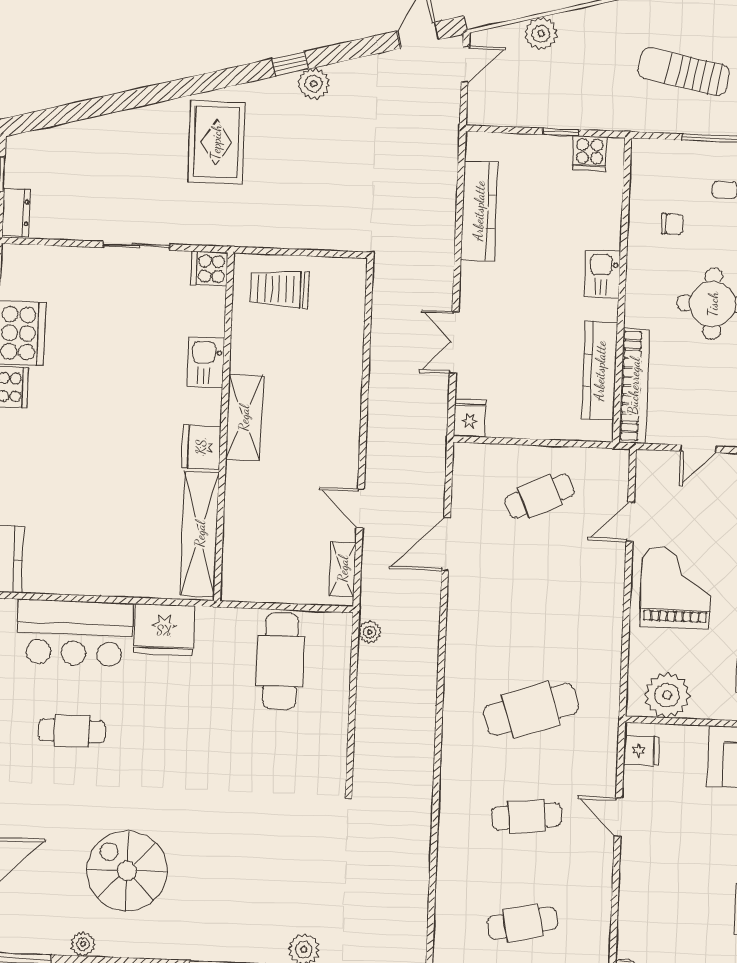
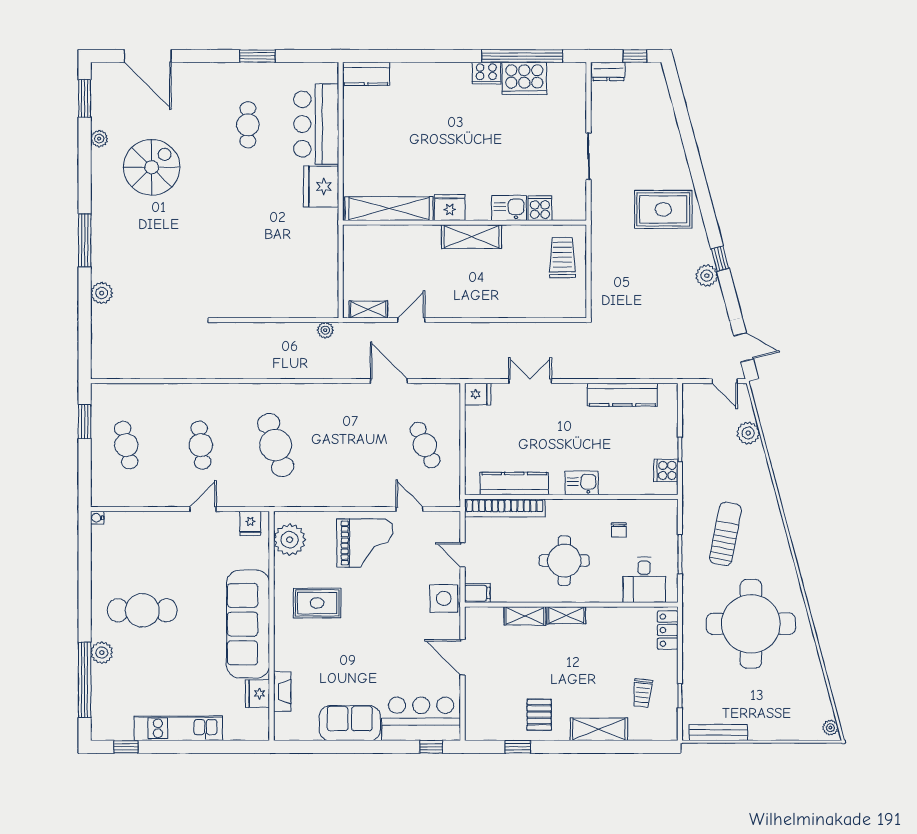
cooker: (209, 269) -> (540, 208), moved
cafe table: (281, 661) -> (302, 269), removed

